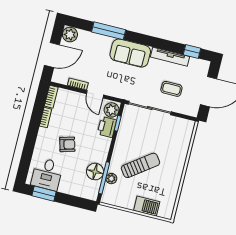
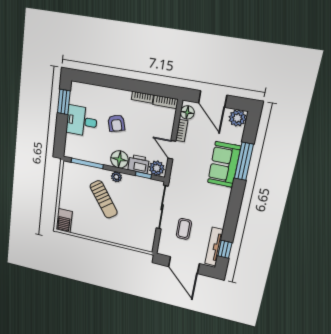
sofa: (130, 53) -> (224, 164), moved
tv unit: (170, 57) -> (214, 247), moved
floor lamp: (62, 78) -> (187, 112), added
door: (95, 94) -> (172, 150), hinge flipped
floor lamp: (95, 172) -> (119, 159), moved
desk: (47, 174) -> (82, 121), moved
plant: (111, 179) -> (116, 177), moved
barbecue: (147, 206) -> (64, 221), moved

